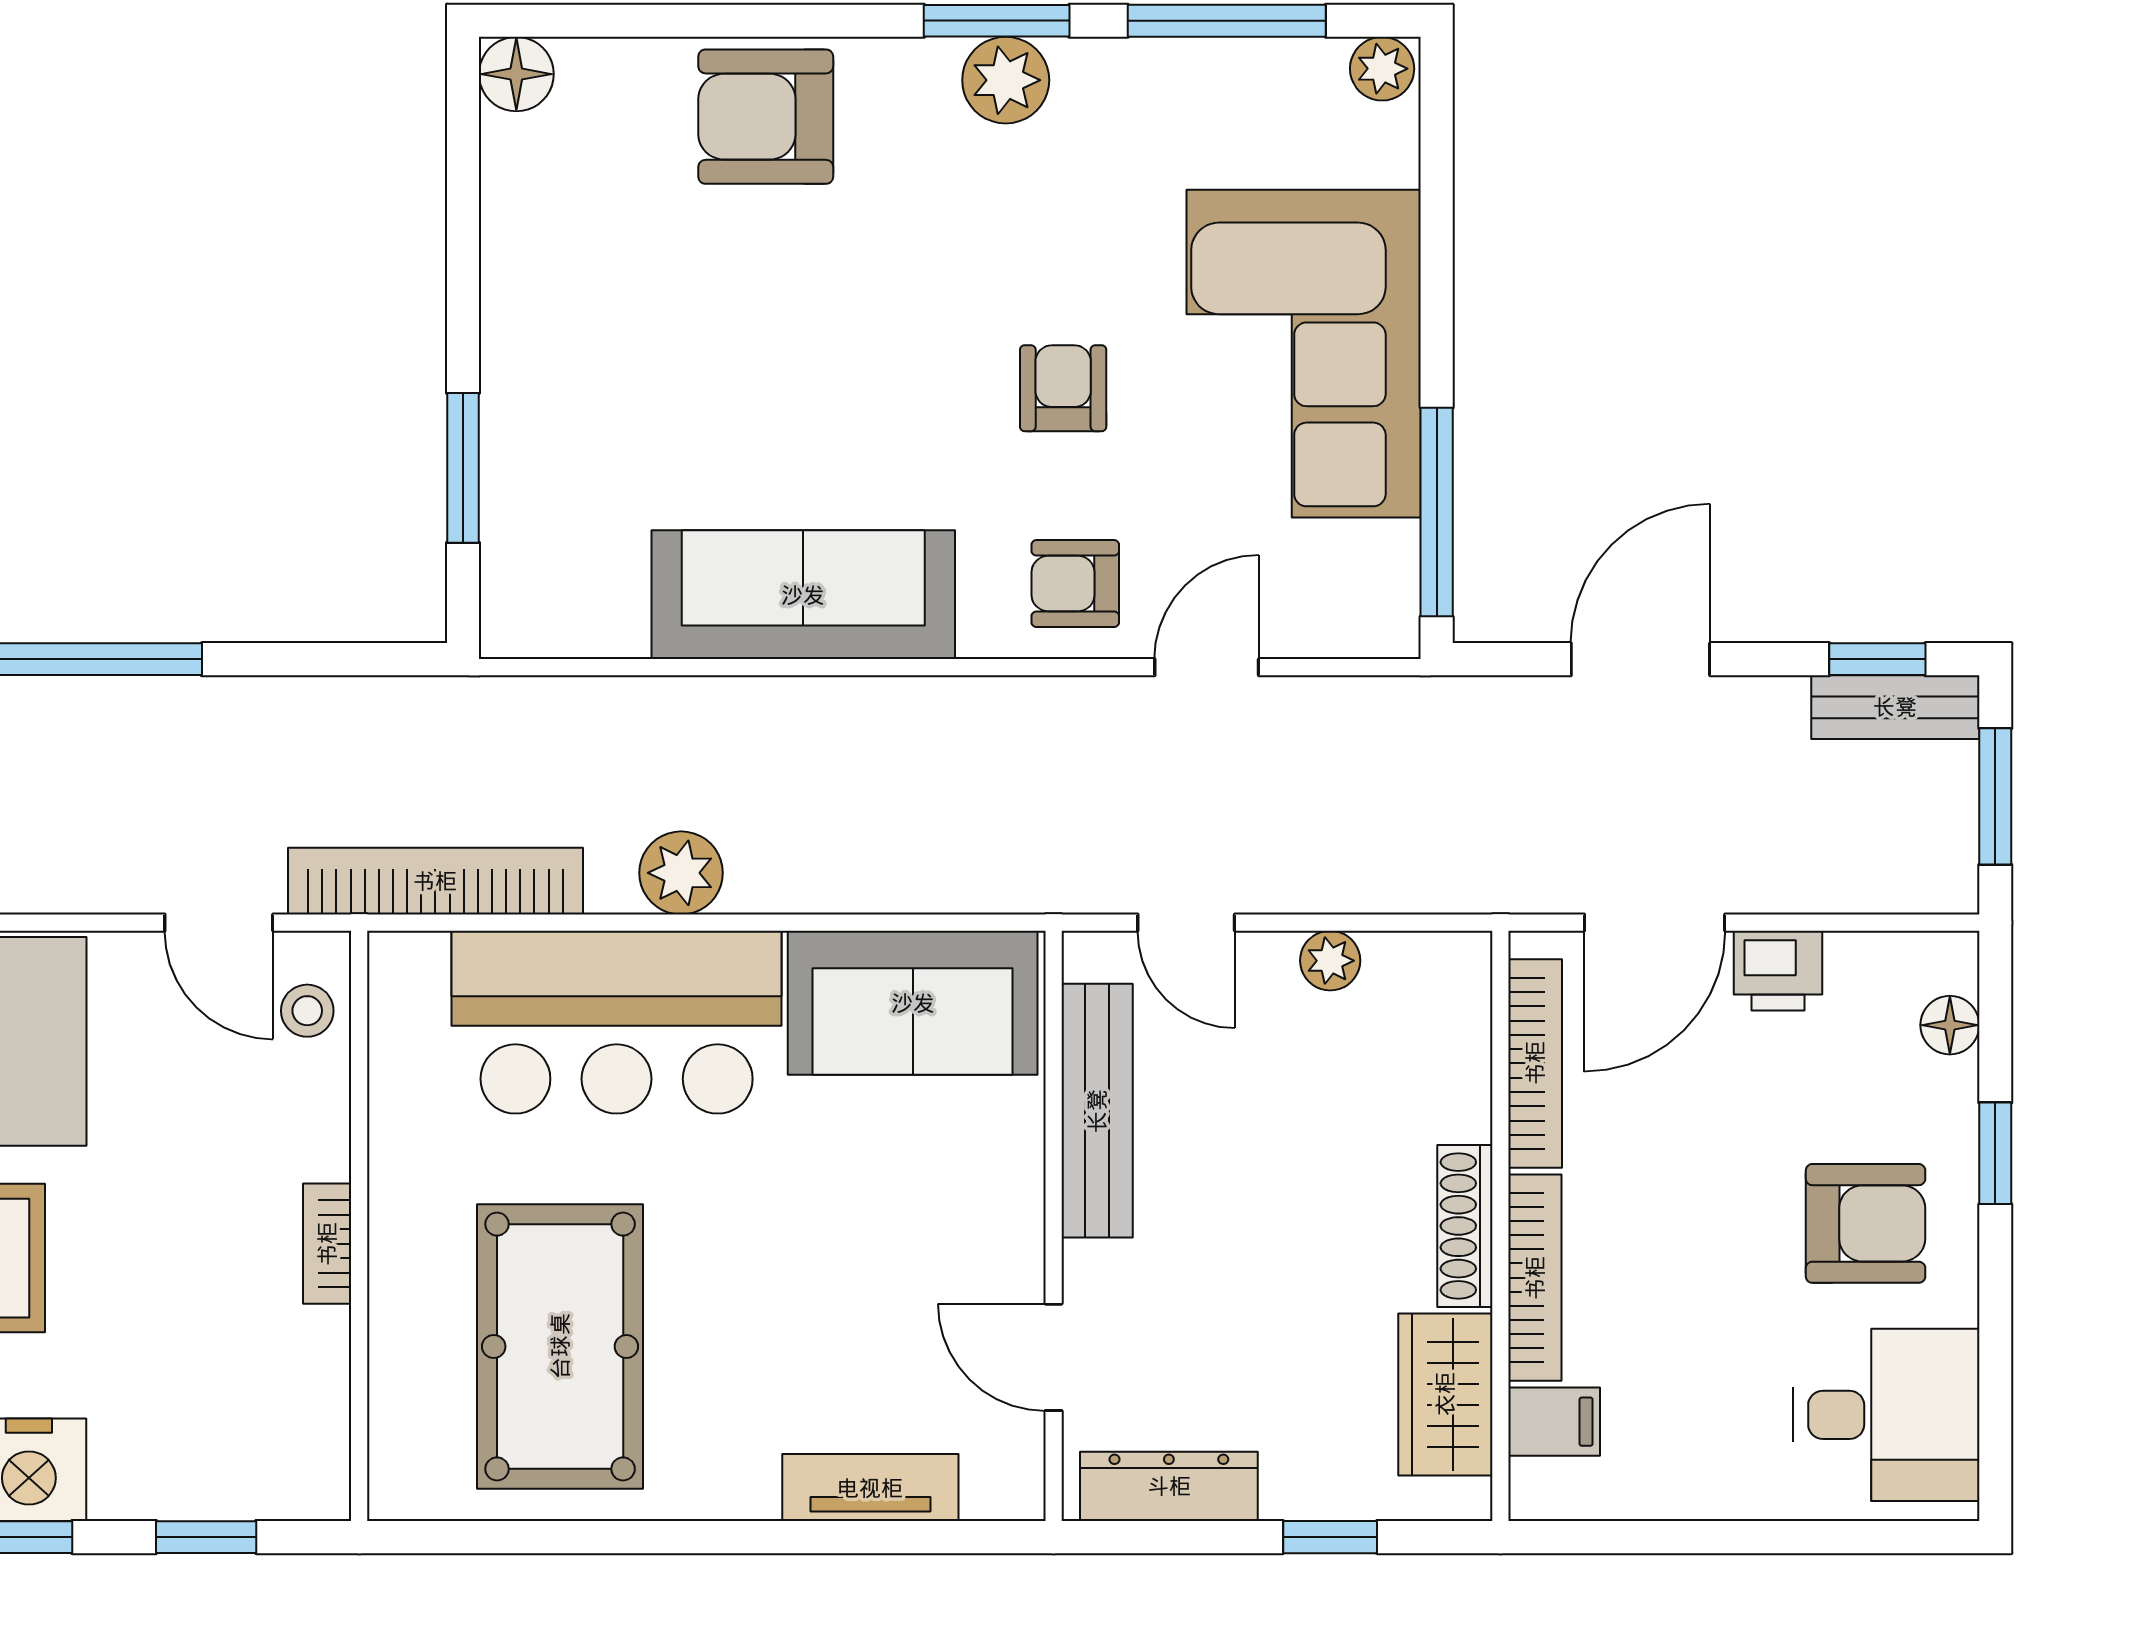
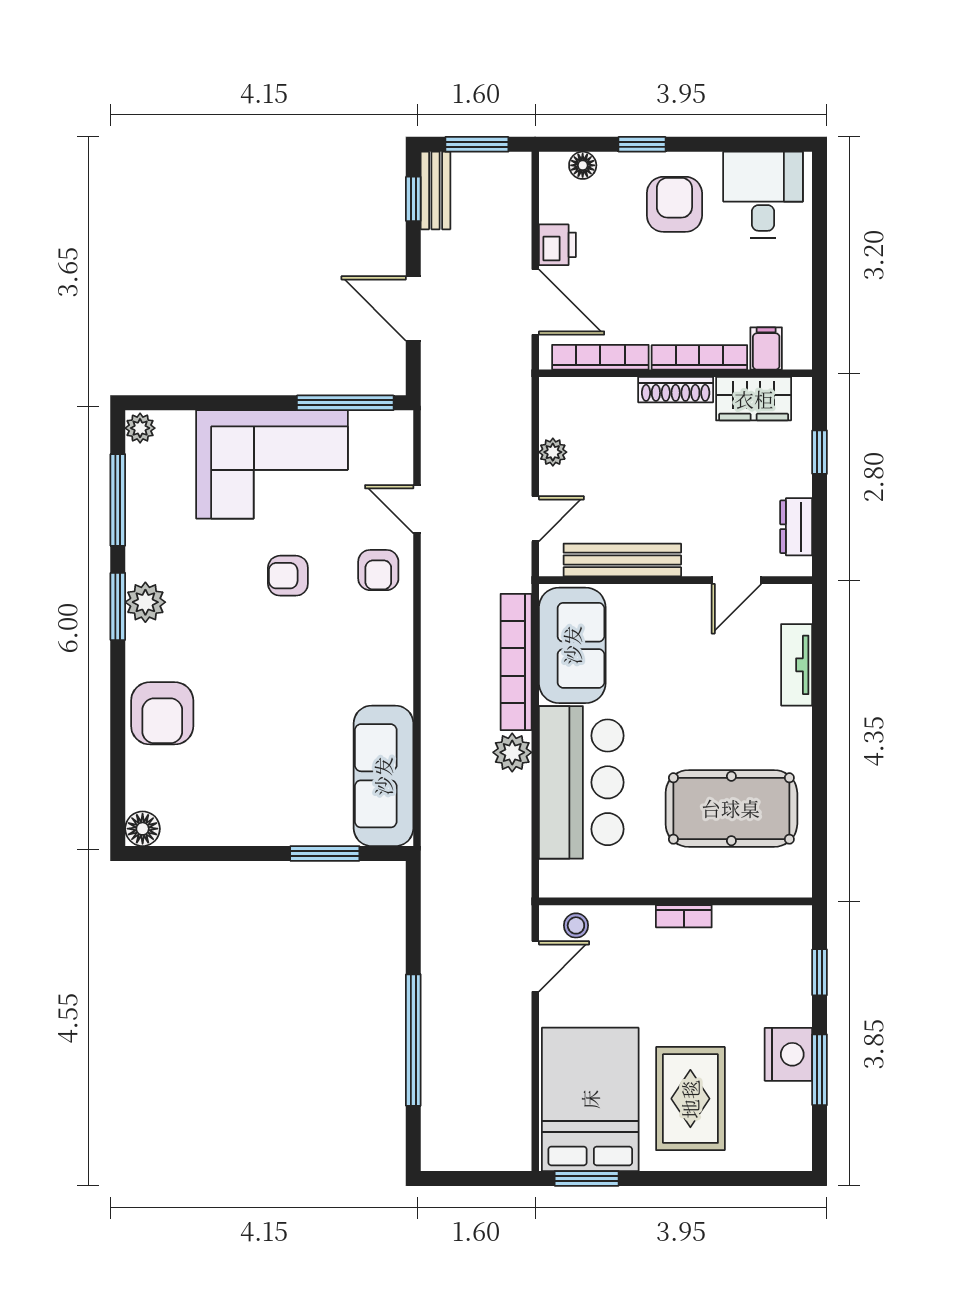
sofa: (803, 595) -> (383, 776), moved
bookcase: (435, 881) -> (516, 662), moved
dresser: (1169, 1486) -> (796, 527), width x0.70

